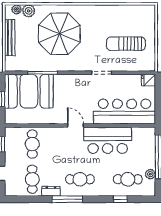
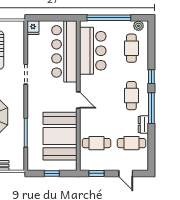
booth: (29, 91) -> (60, 136), moved
door: (75, 126) -> (78, 100), swing flipped
bar counter: (108, 140) -> (93, 51), moved
plant: (150, 174) -> (138, 26), moved
window: (120, 199) -> (151, 77), moved

